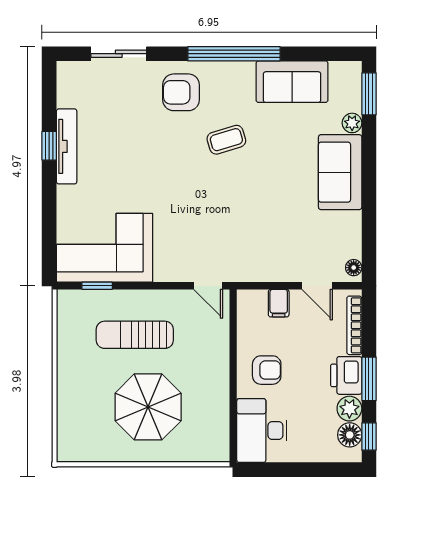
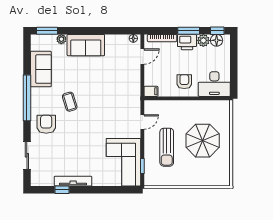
armchair: (181, 92) -> (46, 124), turned 180
window: (49, 146) -> (62, 190), moved
door: (208, 286) -> (142, 122), moved
filing cabinet: (279, 303) -> (151, 91), moved

